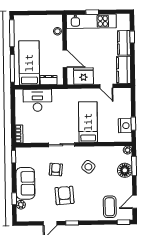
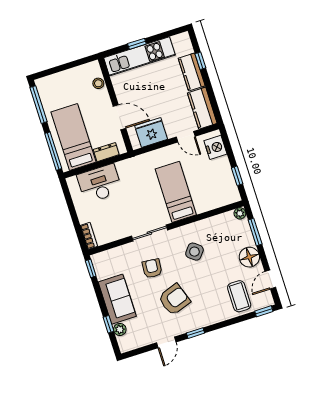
nightstand: (125, 126) -> (215, 147), moved
floor lamp: (125, 170) -> (249, 257), moved
armchair: (64, 195) -> (174, 300), turned 75

